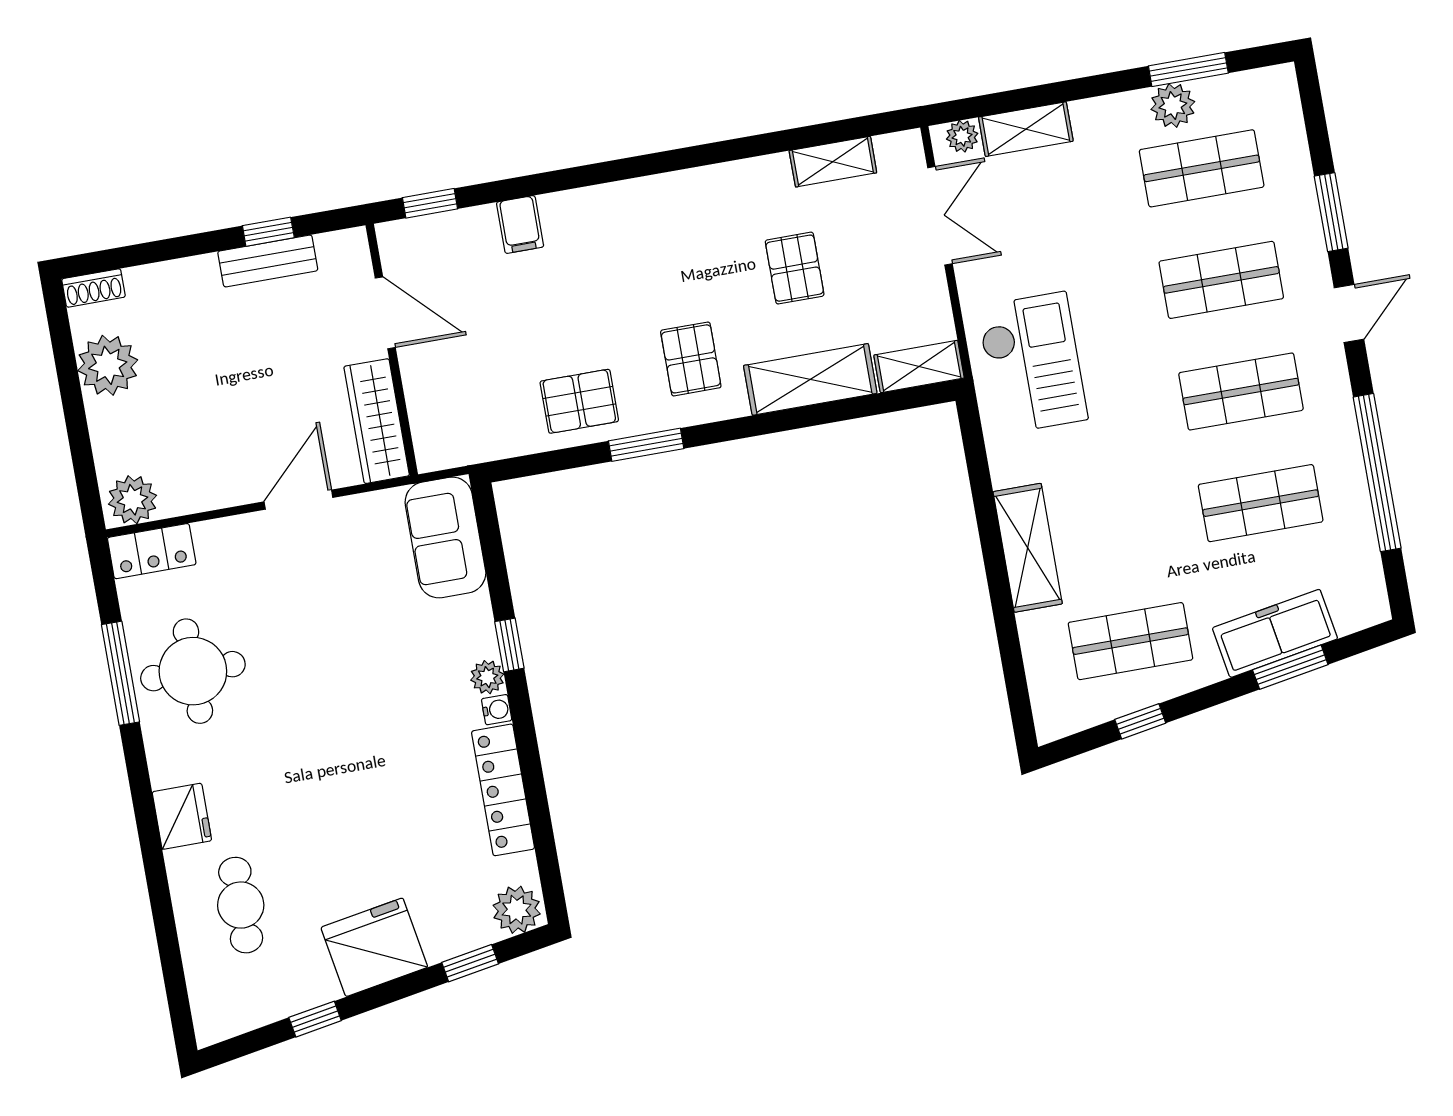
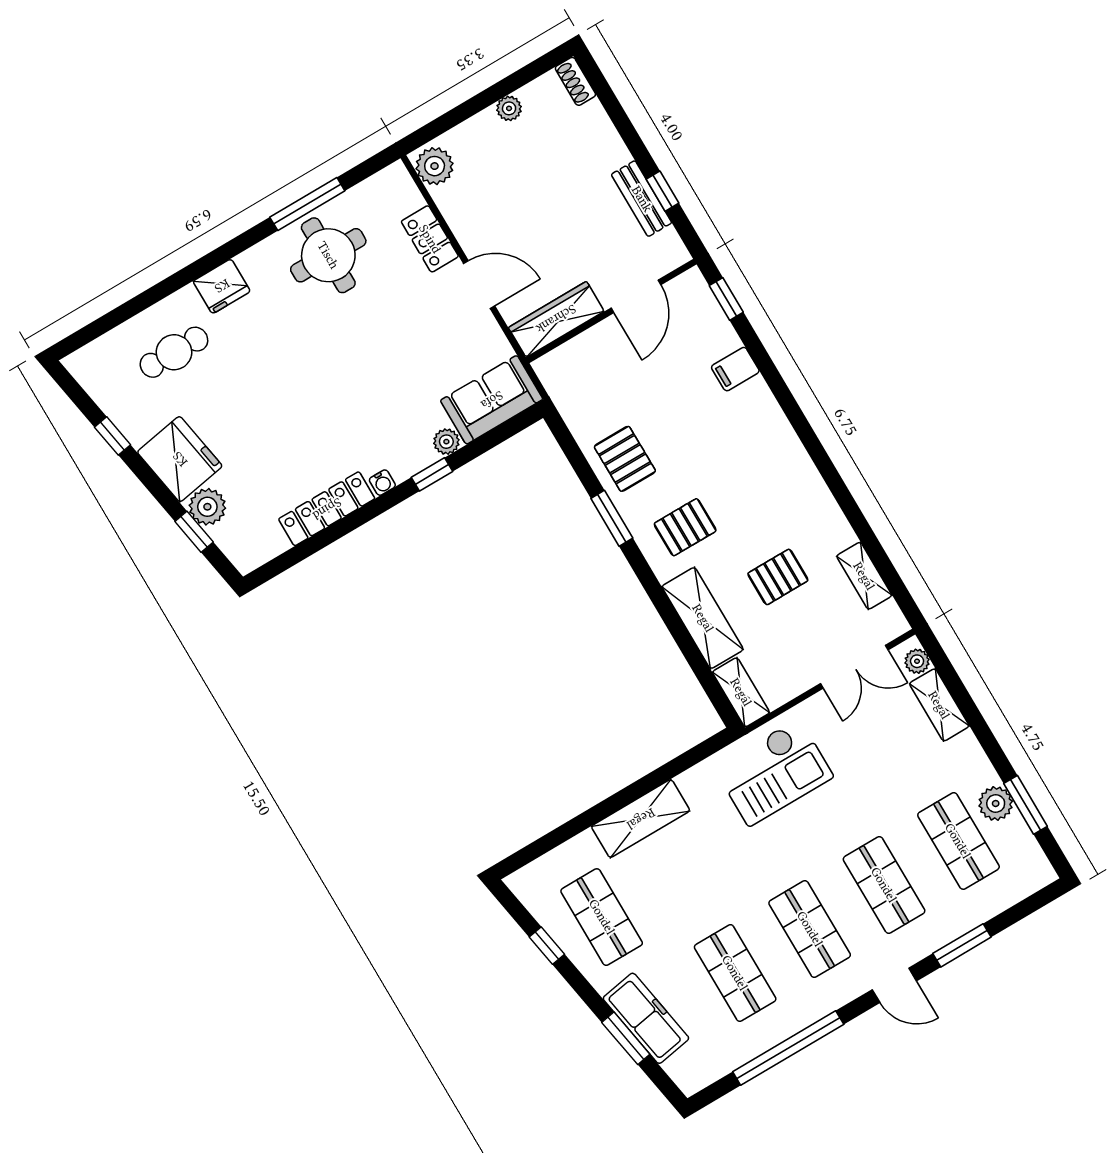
plant: (108, 365) -> (509, 108), width x0.53, depth x0.53
locker: (152, 551) -> (430, 239), moved
plant: (487, 677) -> (446, 442), moved
plant: (517, 910) -> (207, 507), moved

